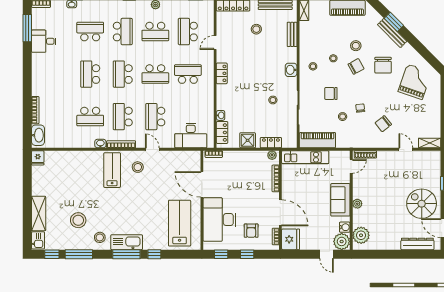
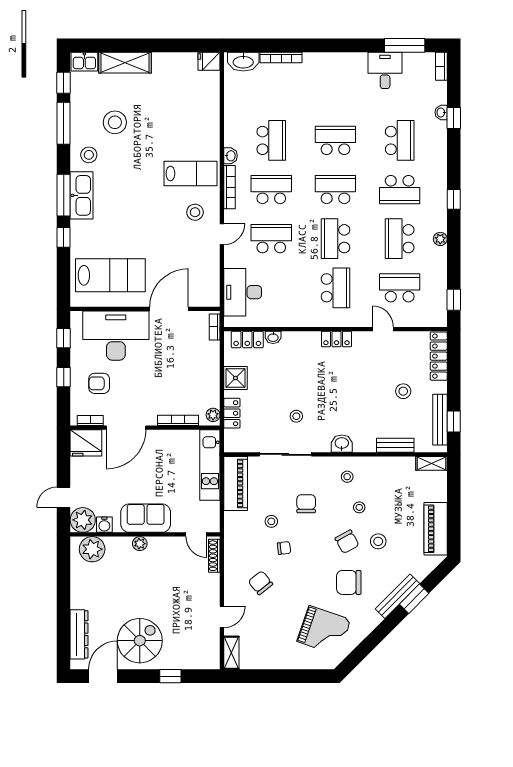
school desk: (90, 117) -> (271, 140), turned 180

